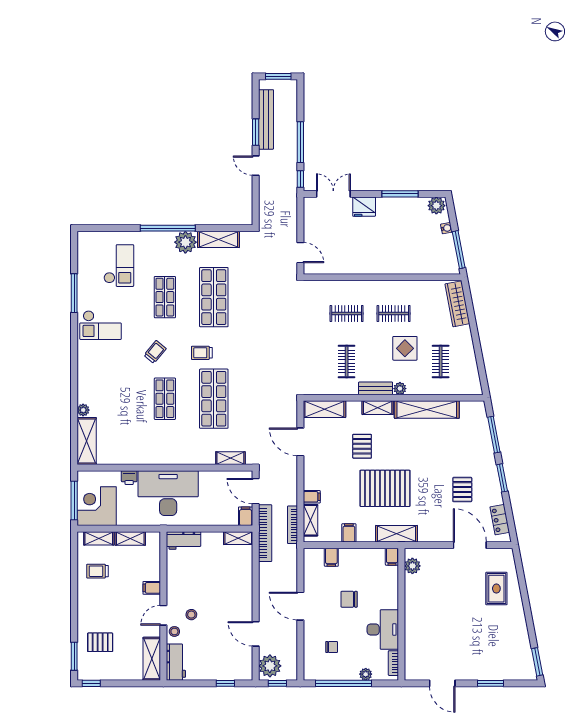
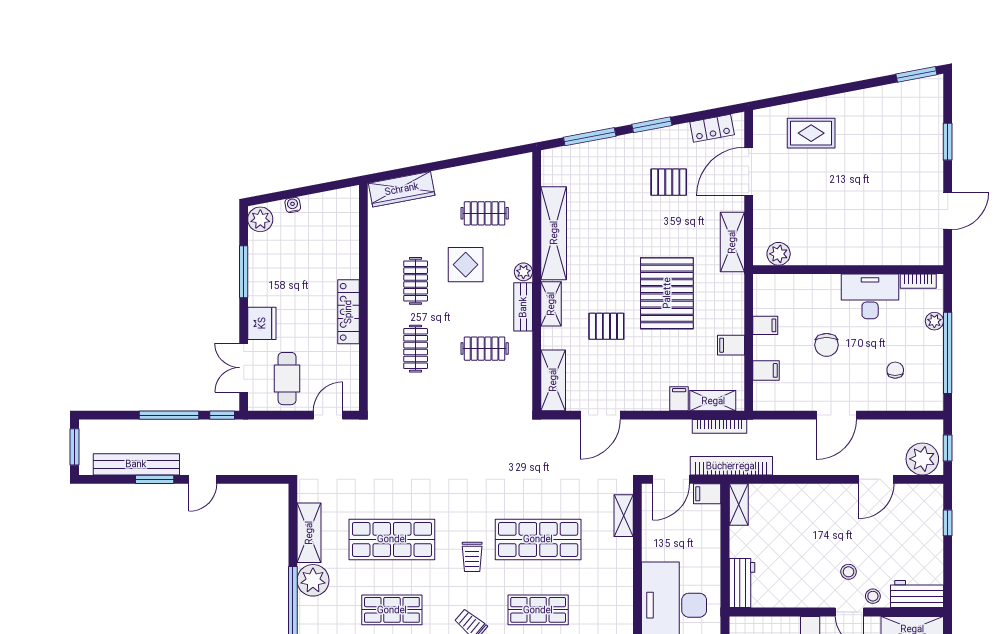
cafe table: (326, 224) -> (287, 379), added
window: (459, 250) -> (324, 187), removed
locker: (372, 267) -> (348, 312), added
shelving: (397, 534) -> (732, 242), moved
filing cabinet: (392, 557) -> (765, 325), moved

